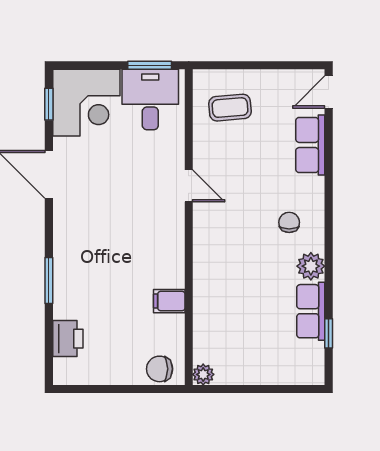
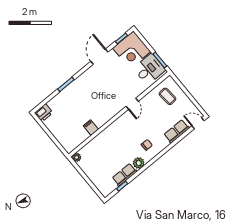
printer: (68, 339) -> (44, 113), moved
chair: (160, 369) -> (67, 142), removed

